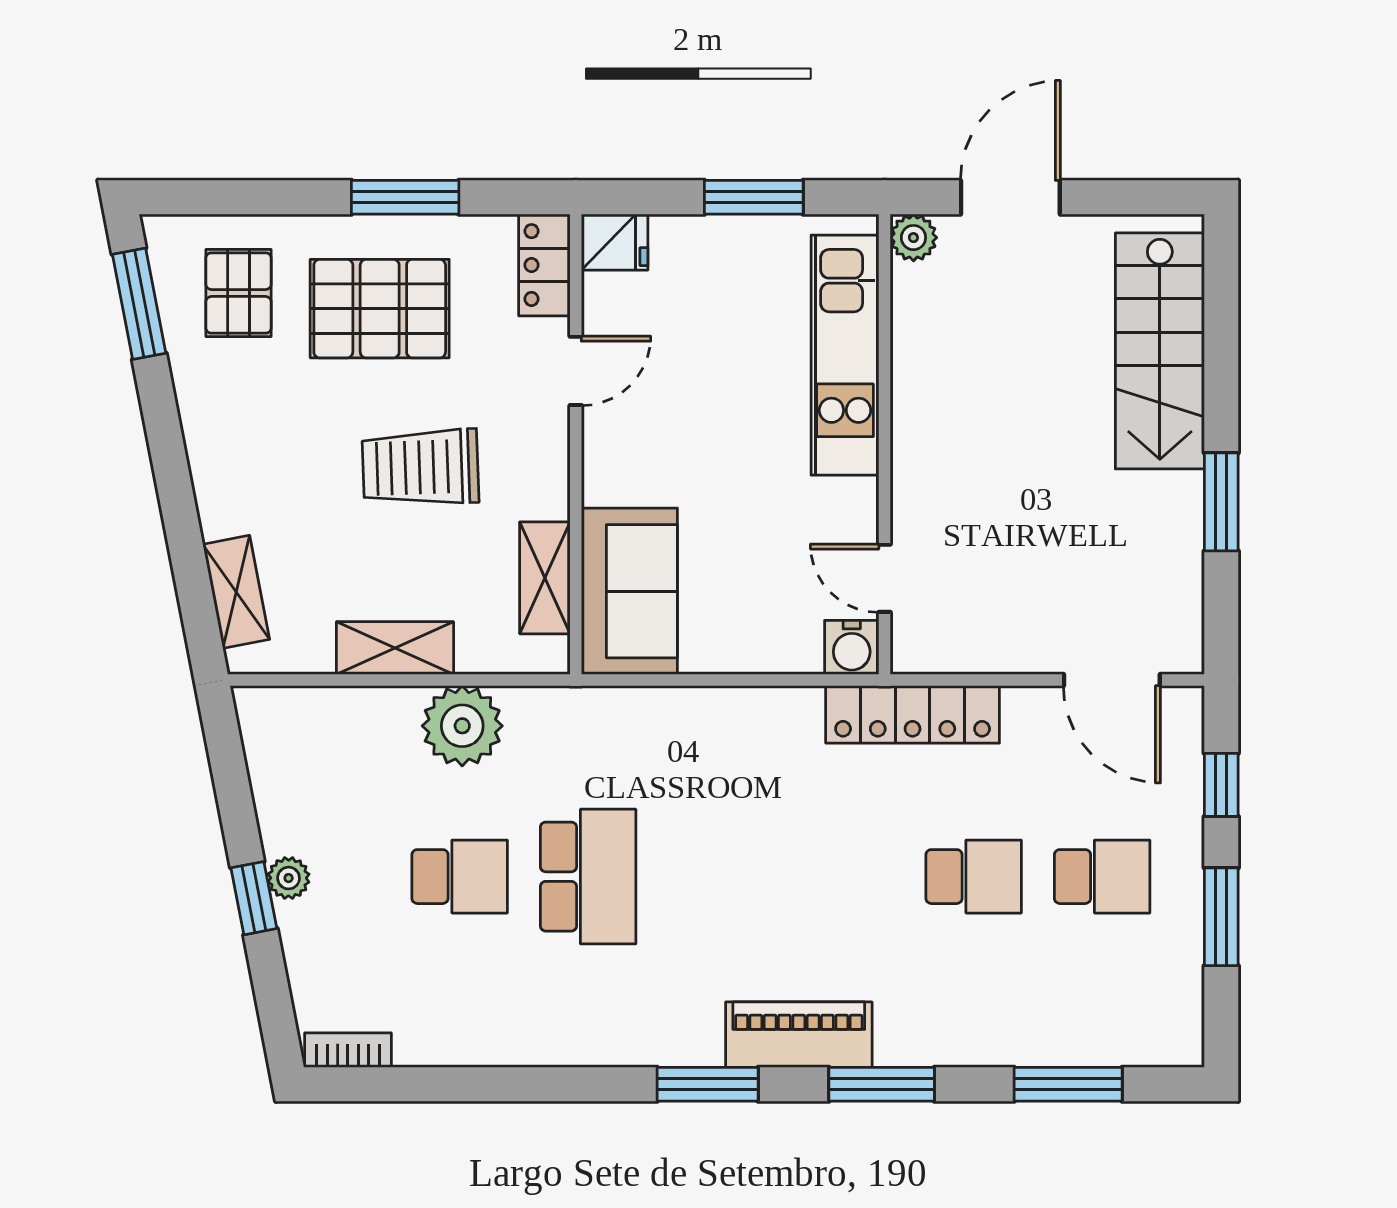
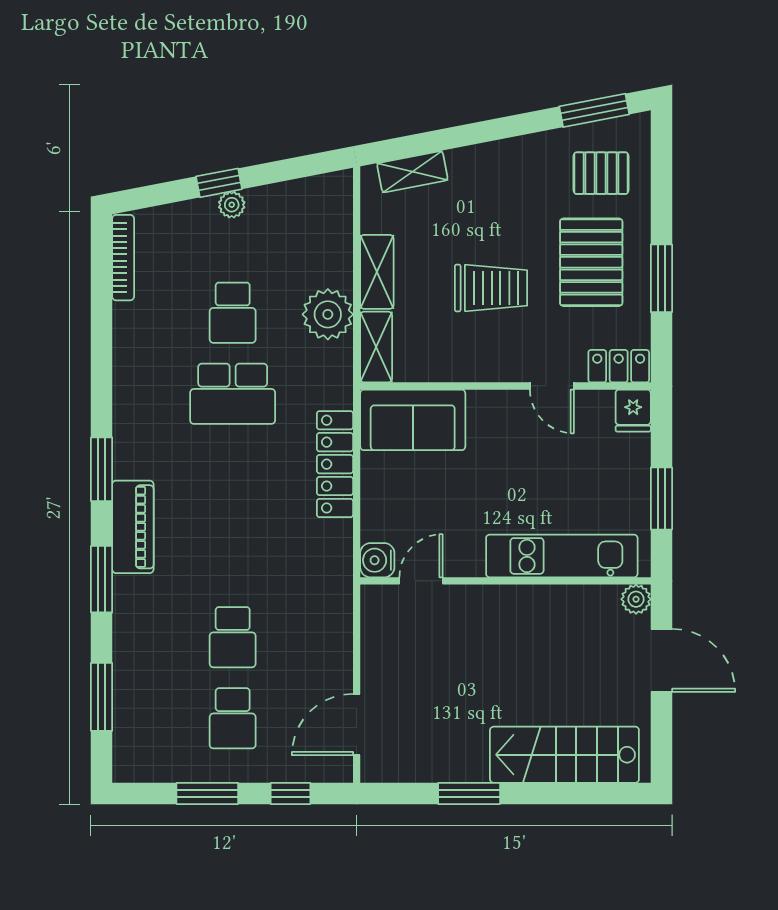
trolley: (420, 467) -> (491, 288), turned 92
shelving: (545, 578) -> (376, 347), moved, turned 90
locker: (913, 714) -> (335, 464), moved
bookcase: (348, 1050) -> (123, 258), width x1.56

